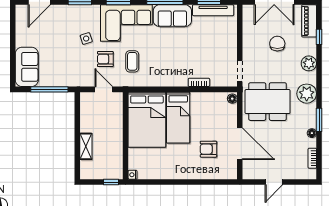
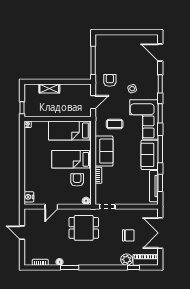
armchair: (105, 59) -> (110, 80), moved
plant: (309, 63) -> (127, 260), moved
sofa: (27, 67) -> (104, 151), moved, turned -90
plant: (307, 94) -> (90, 258), removed
dining table: (268, 102) -> (84, 228), width x0.73
bed: (147, 120) -> (70, 131), width x0.67
door: (240, 144) -> (51, 207), width x0.53
armchair: (208, 149) -> (77, 180), moved
nightstand: (227, 173) -> (29, 197), added

